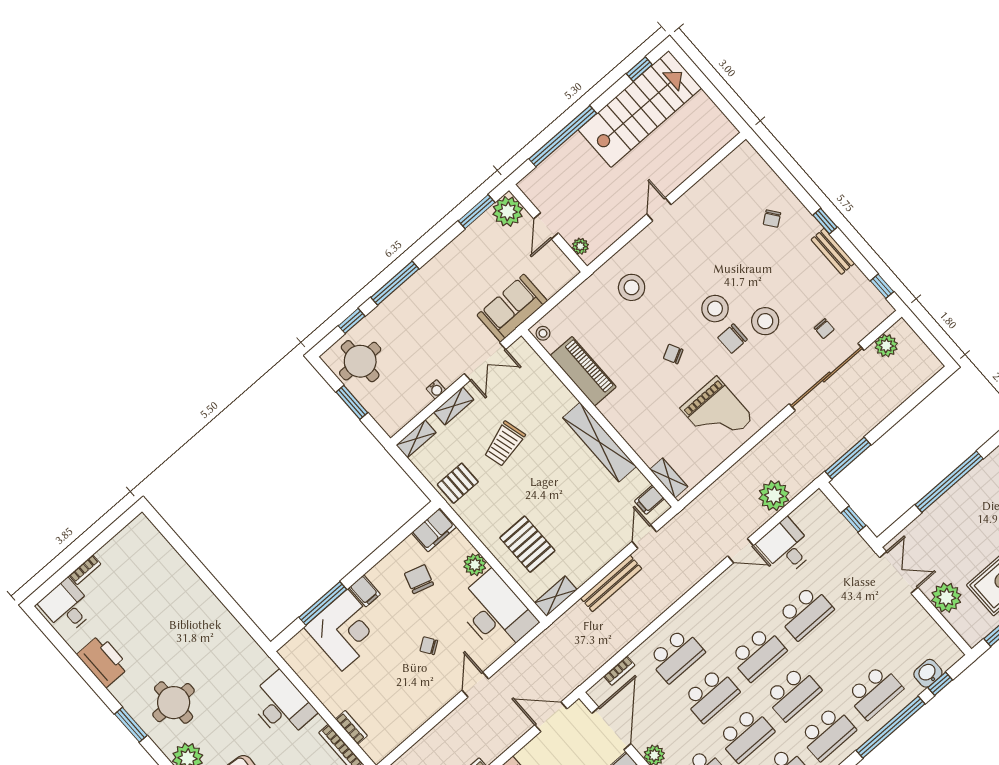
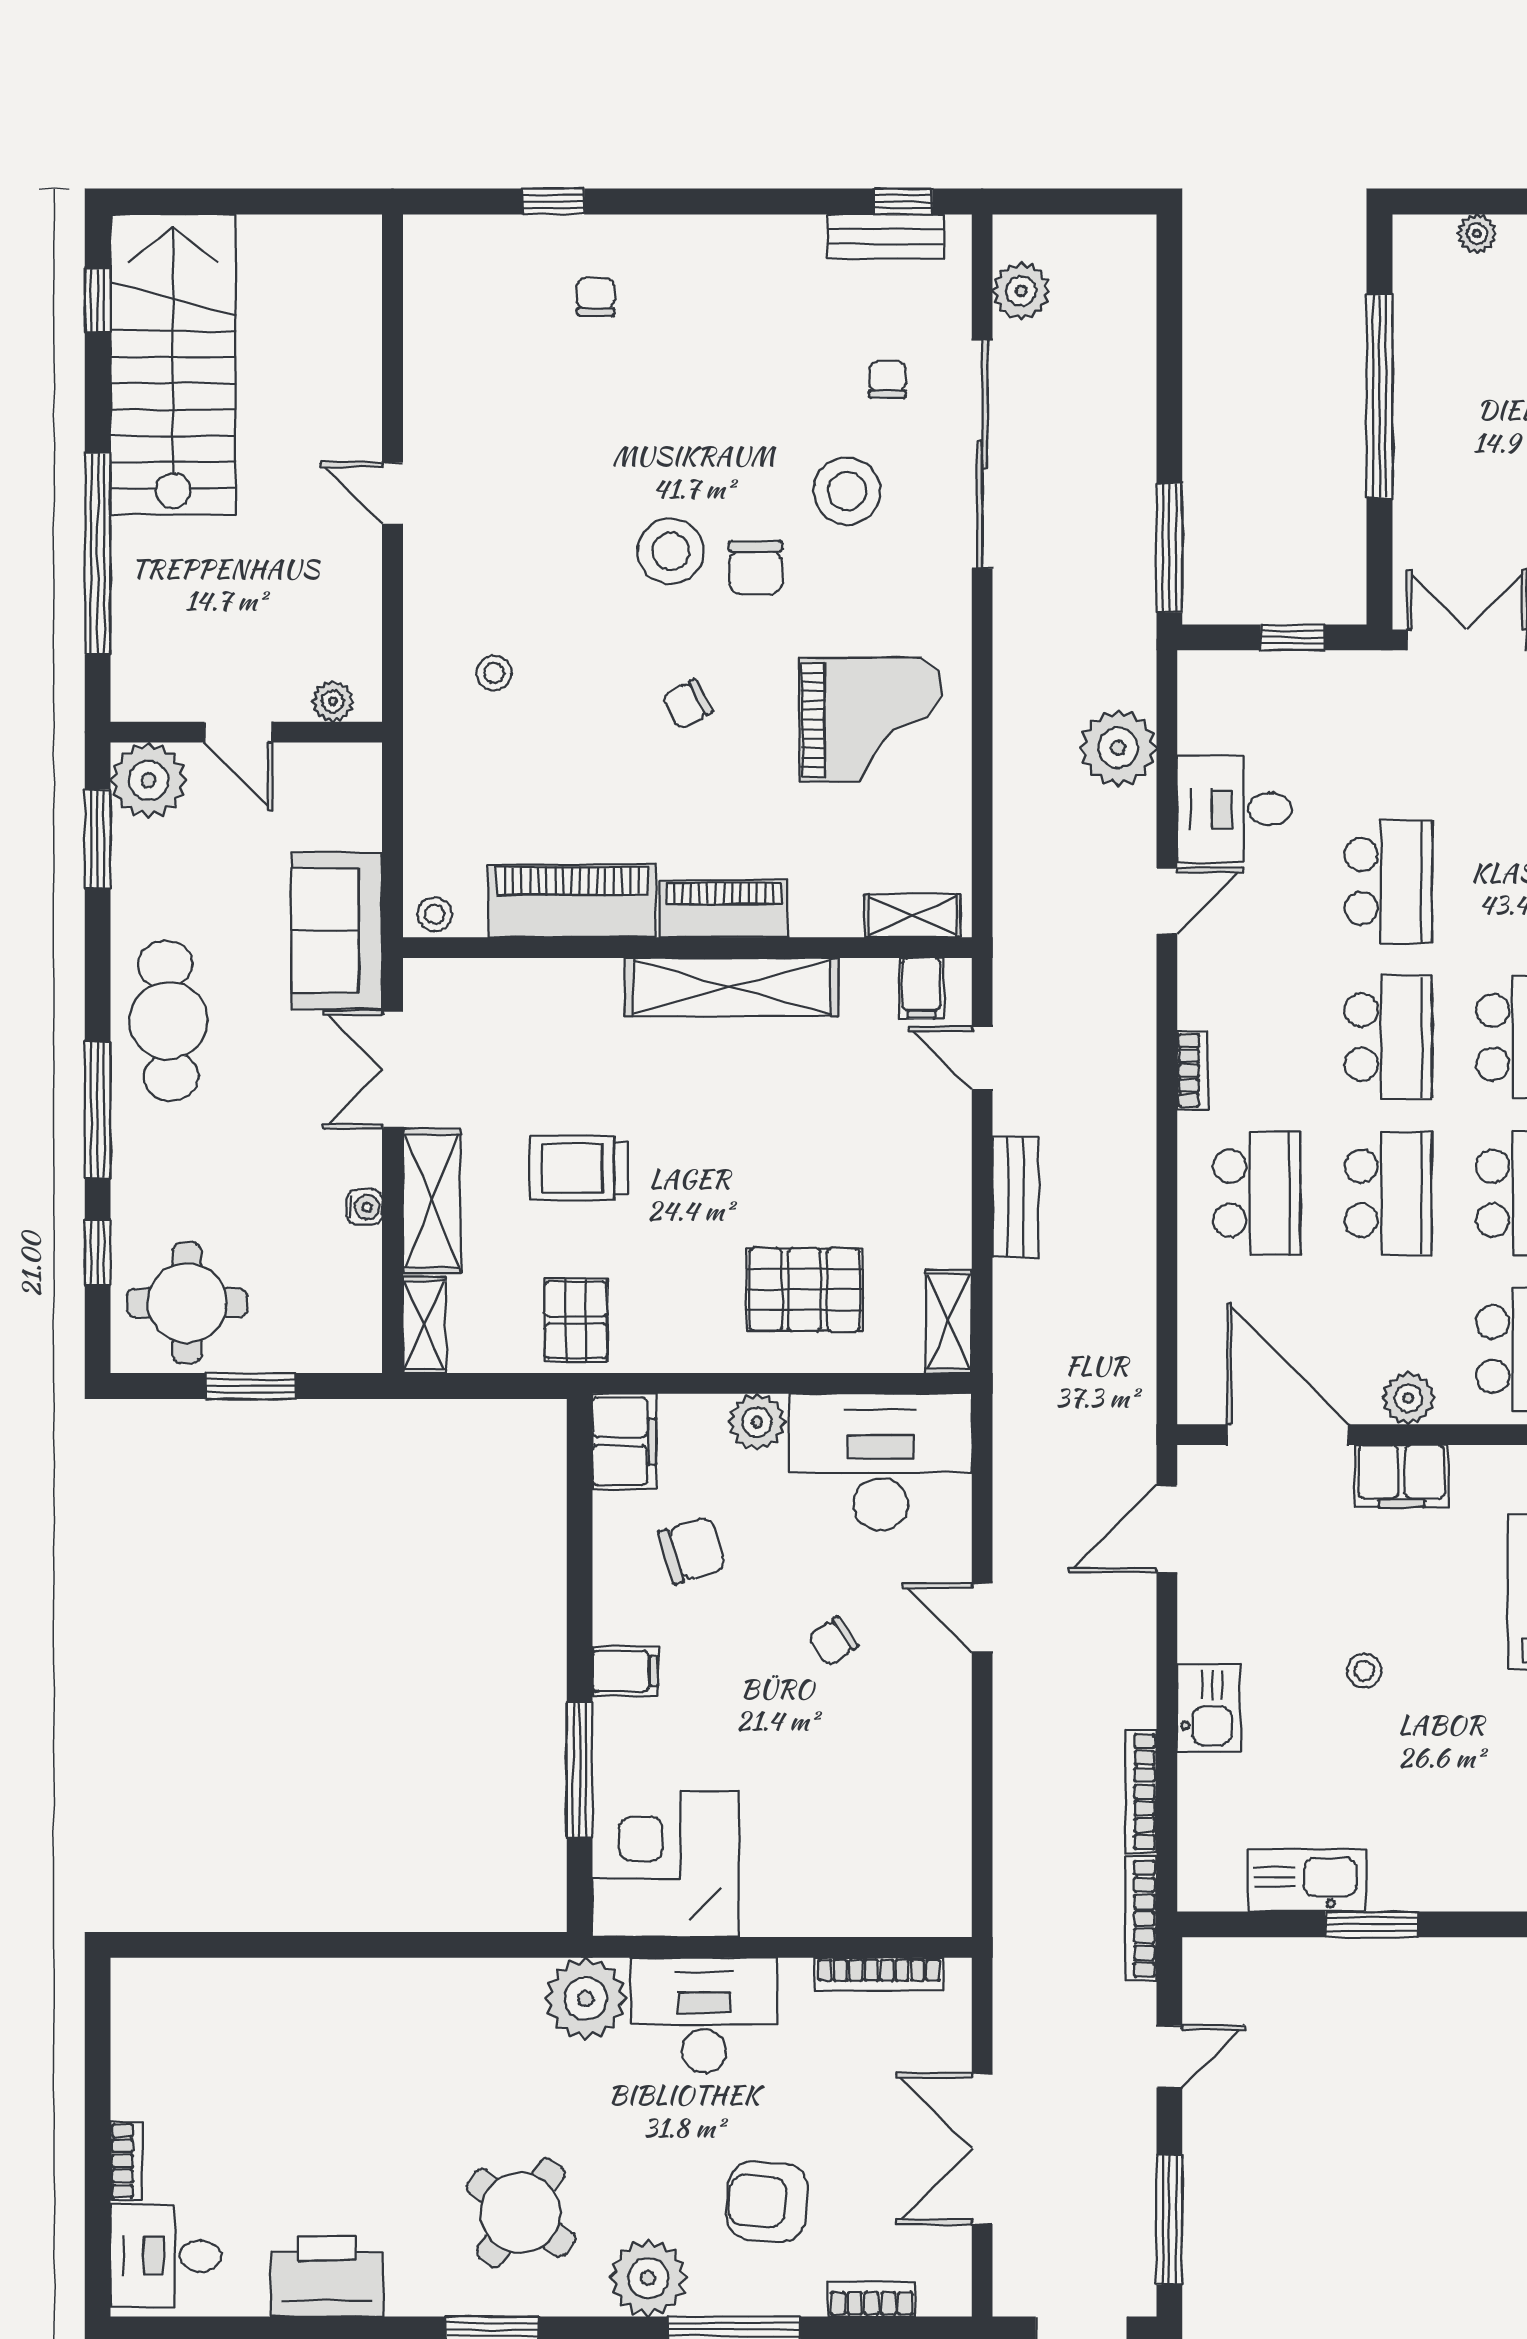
chair: (772, 219) -> (596, 297), turned -143
window: (825, 221) -> (553, 201), moved
bench: (833, 251) -> (886, 236), moved
cafe table: (440, 281) -> (168, 1021), added
stool: (632, 287) -> (494, 673), width x0.53, depth x0.53
stool: (765, 321) -> (847, 491), moved
chair: (824, 329) -> (887, 380), turned -90
double door: (485, 362) -> (393, 1069), swing flipped
shelving: (454, 406) -> (432, 1201), width x1.50, depth x1.33
piano: (621, 419) -> (724, 909), added
trolley: (504, 444) -> (579, 1168), turned 105
chair: (419, 579) -> (692, 1550), turned 146
bench: (611, 583) -> (1015, 1197), width x0.73
corner desk: (345, 630) -> (666, 1864), moved, turned -90
plant: (255, 666) -> (586, 1999), added
bookcase: (619, 671) -> (1193, 1071), moved
round table: (174, 703) -> (521, 2213), turned 36
bookcase: (351, 727) -> (859, 1920), removed

